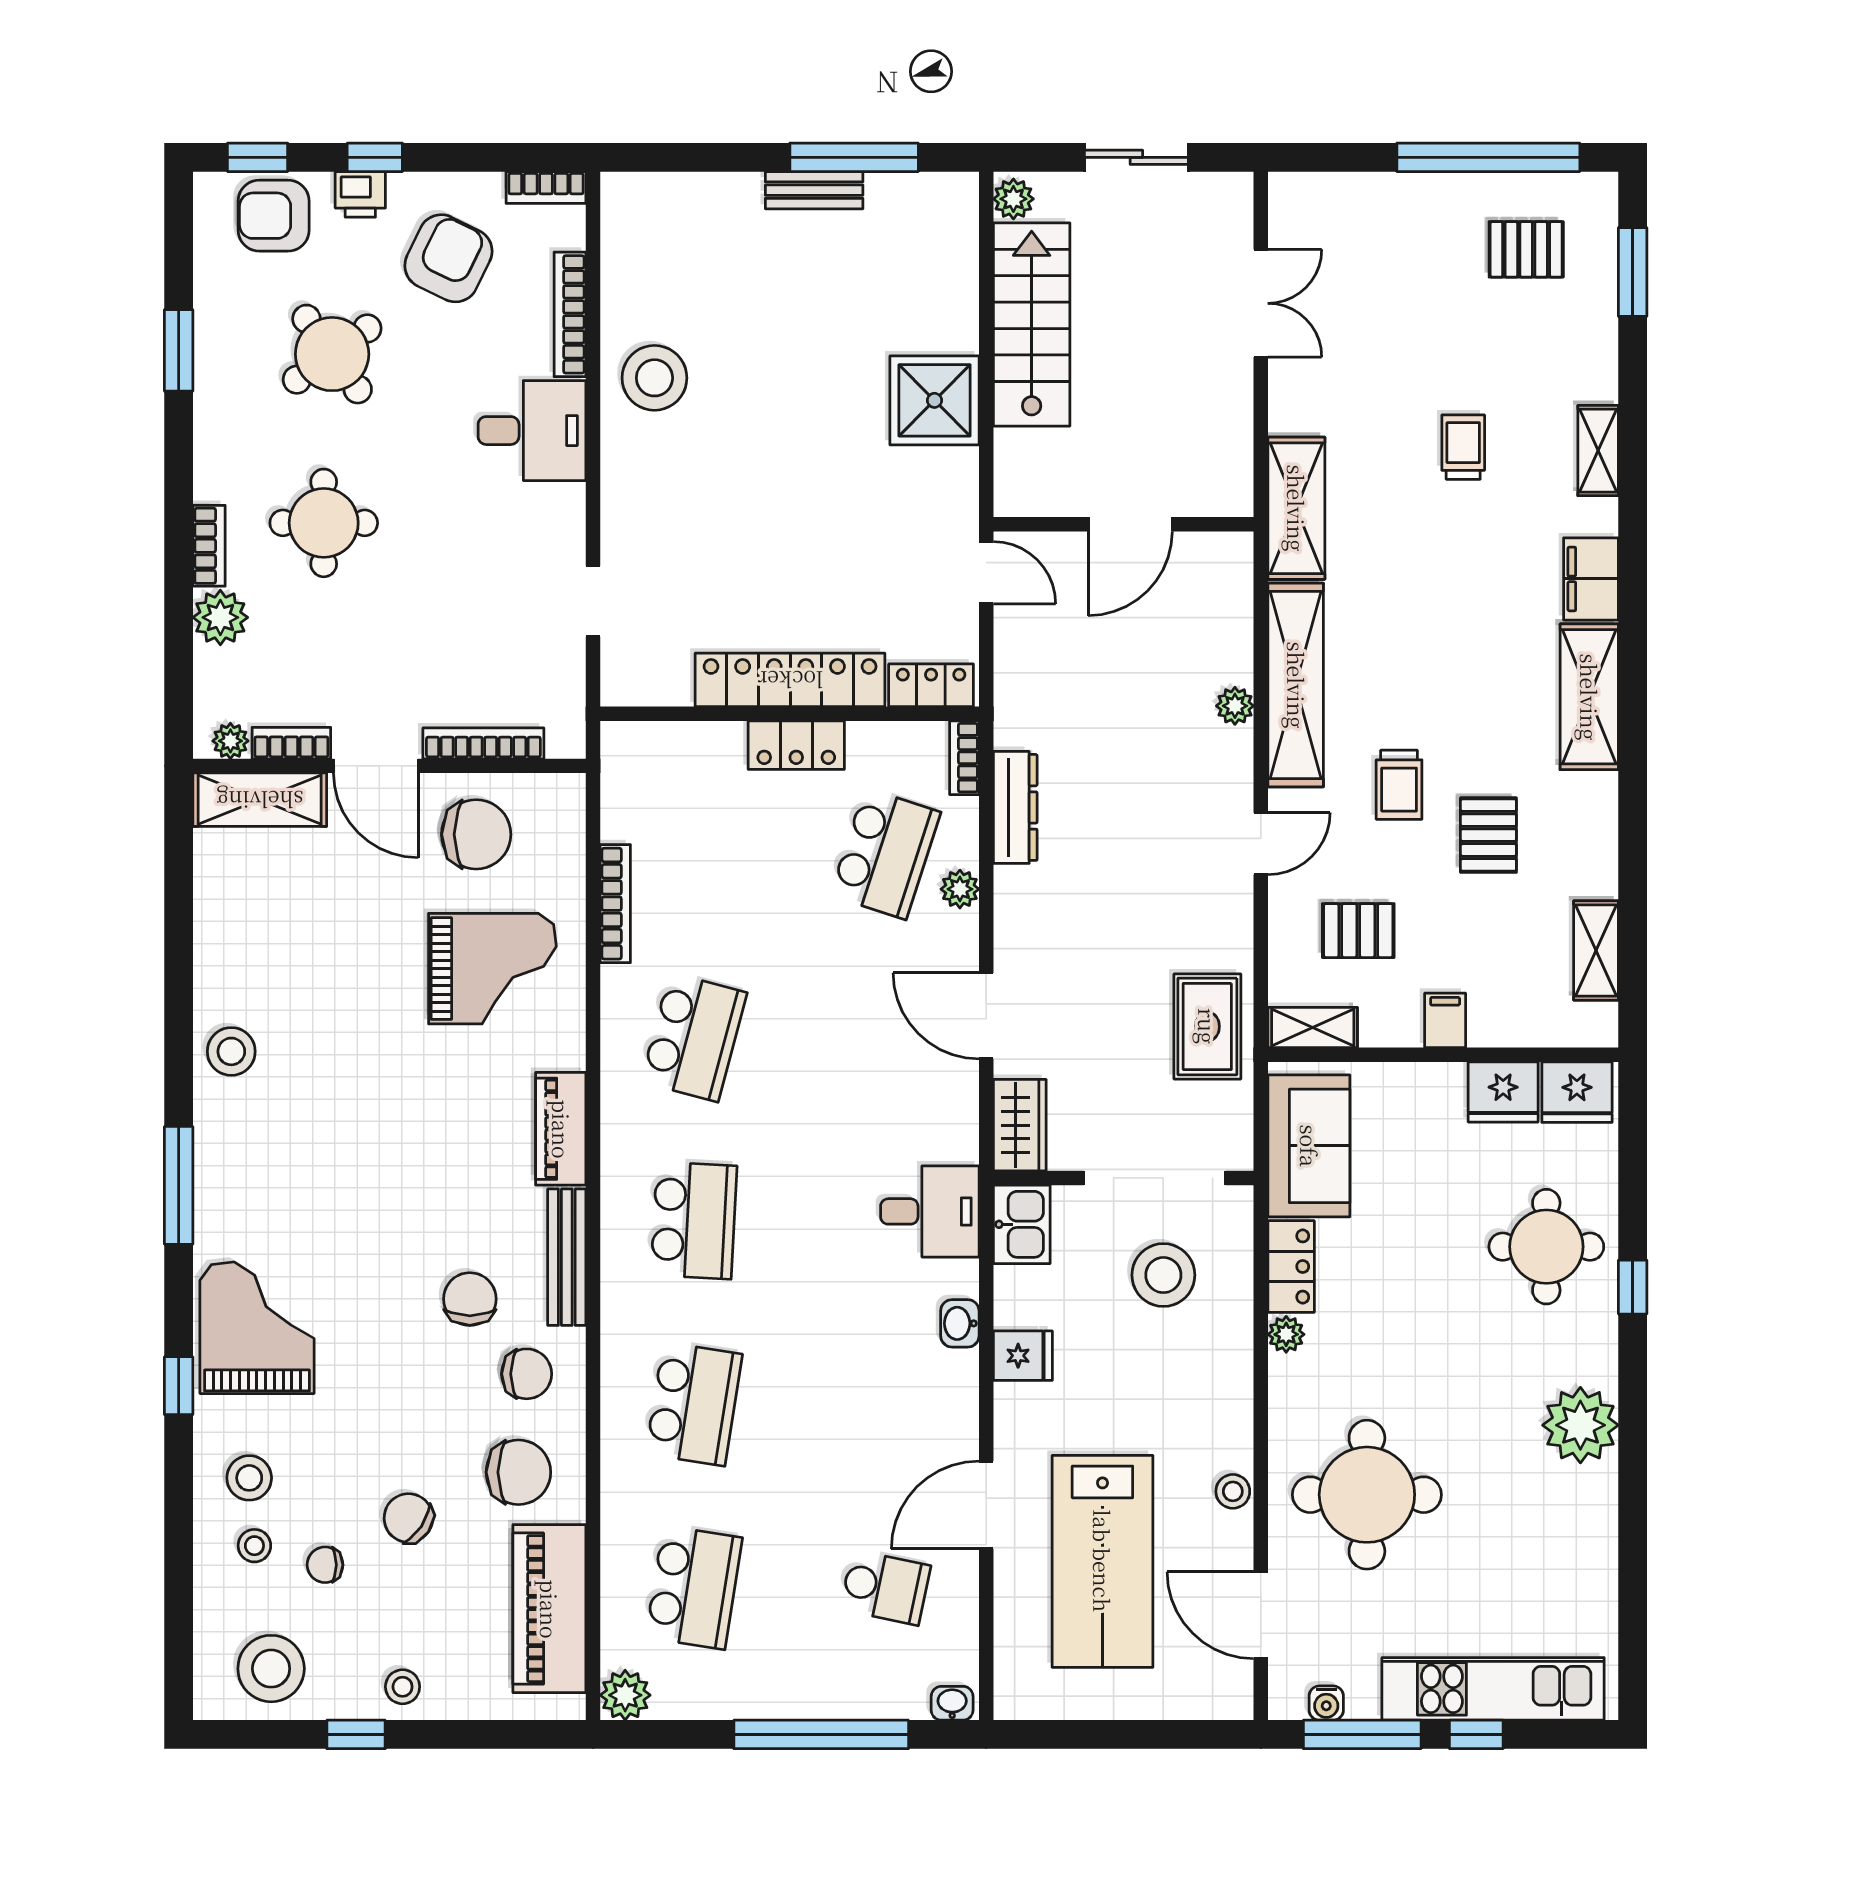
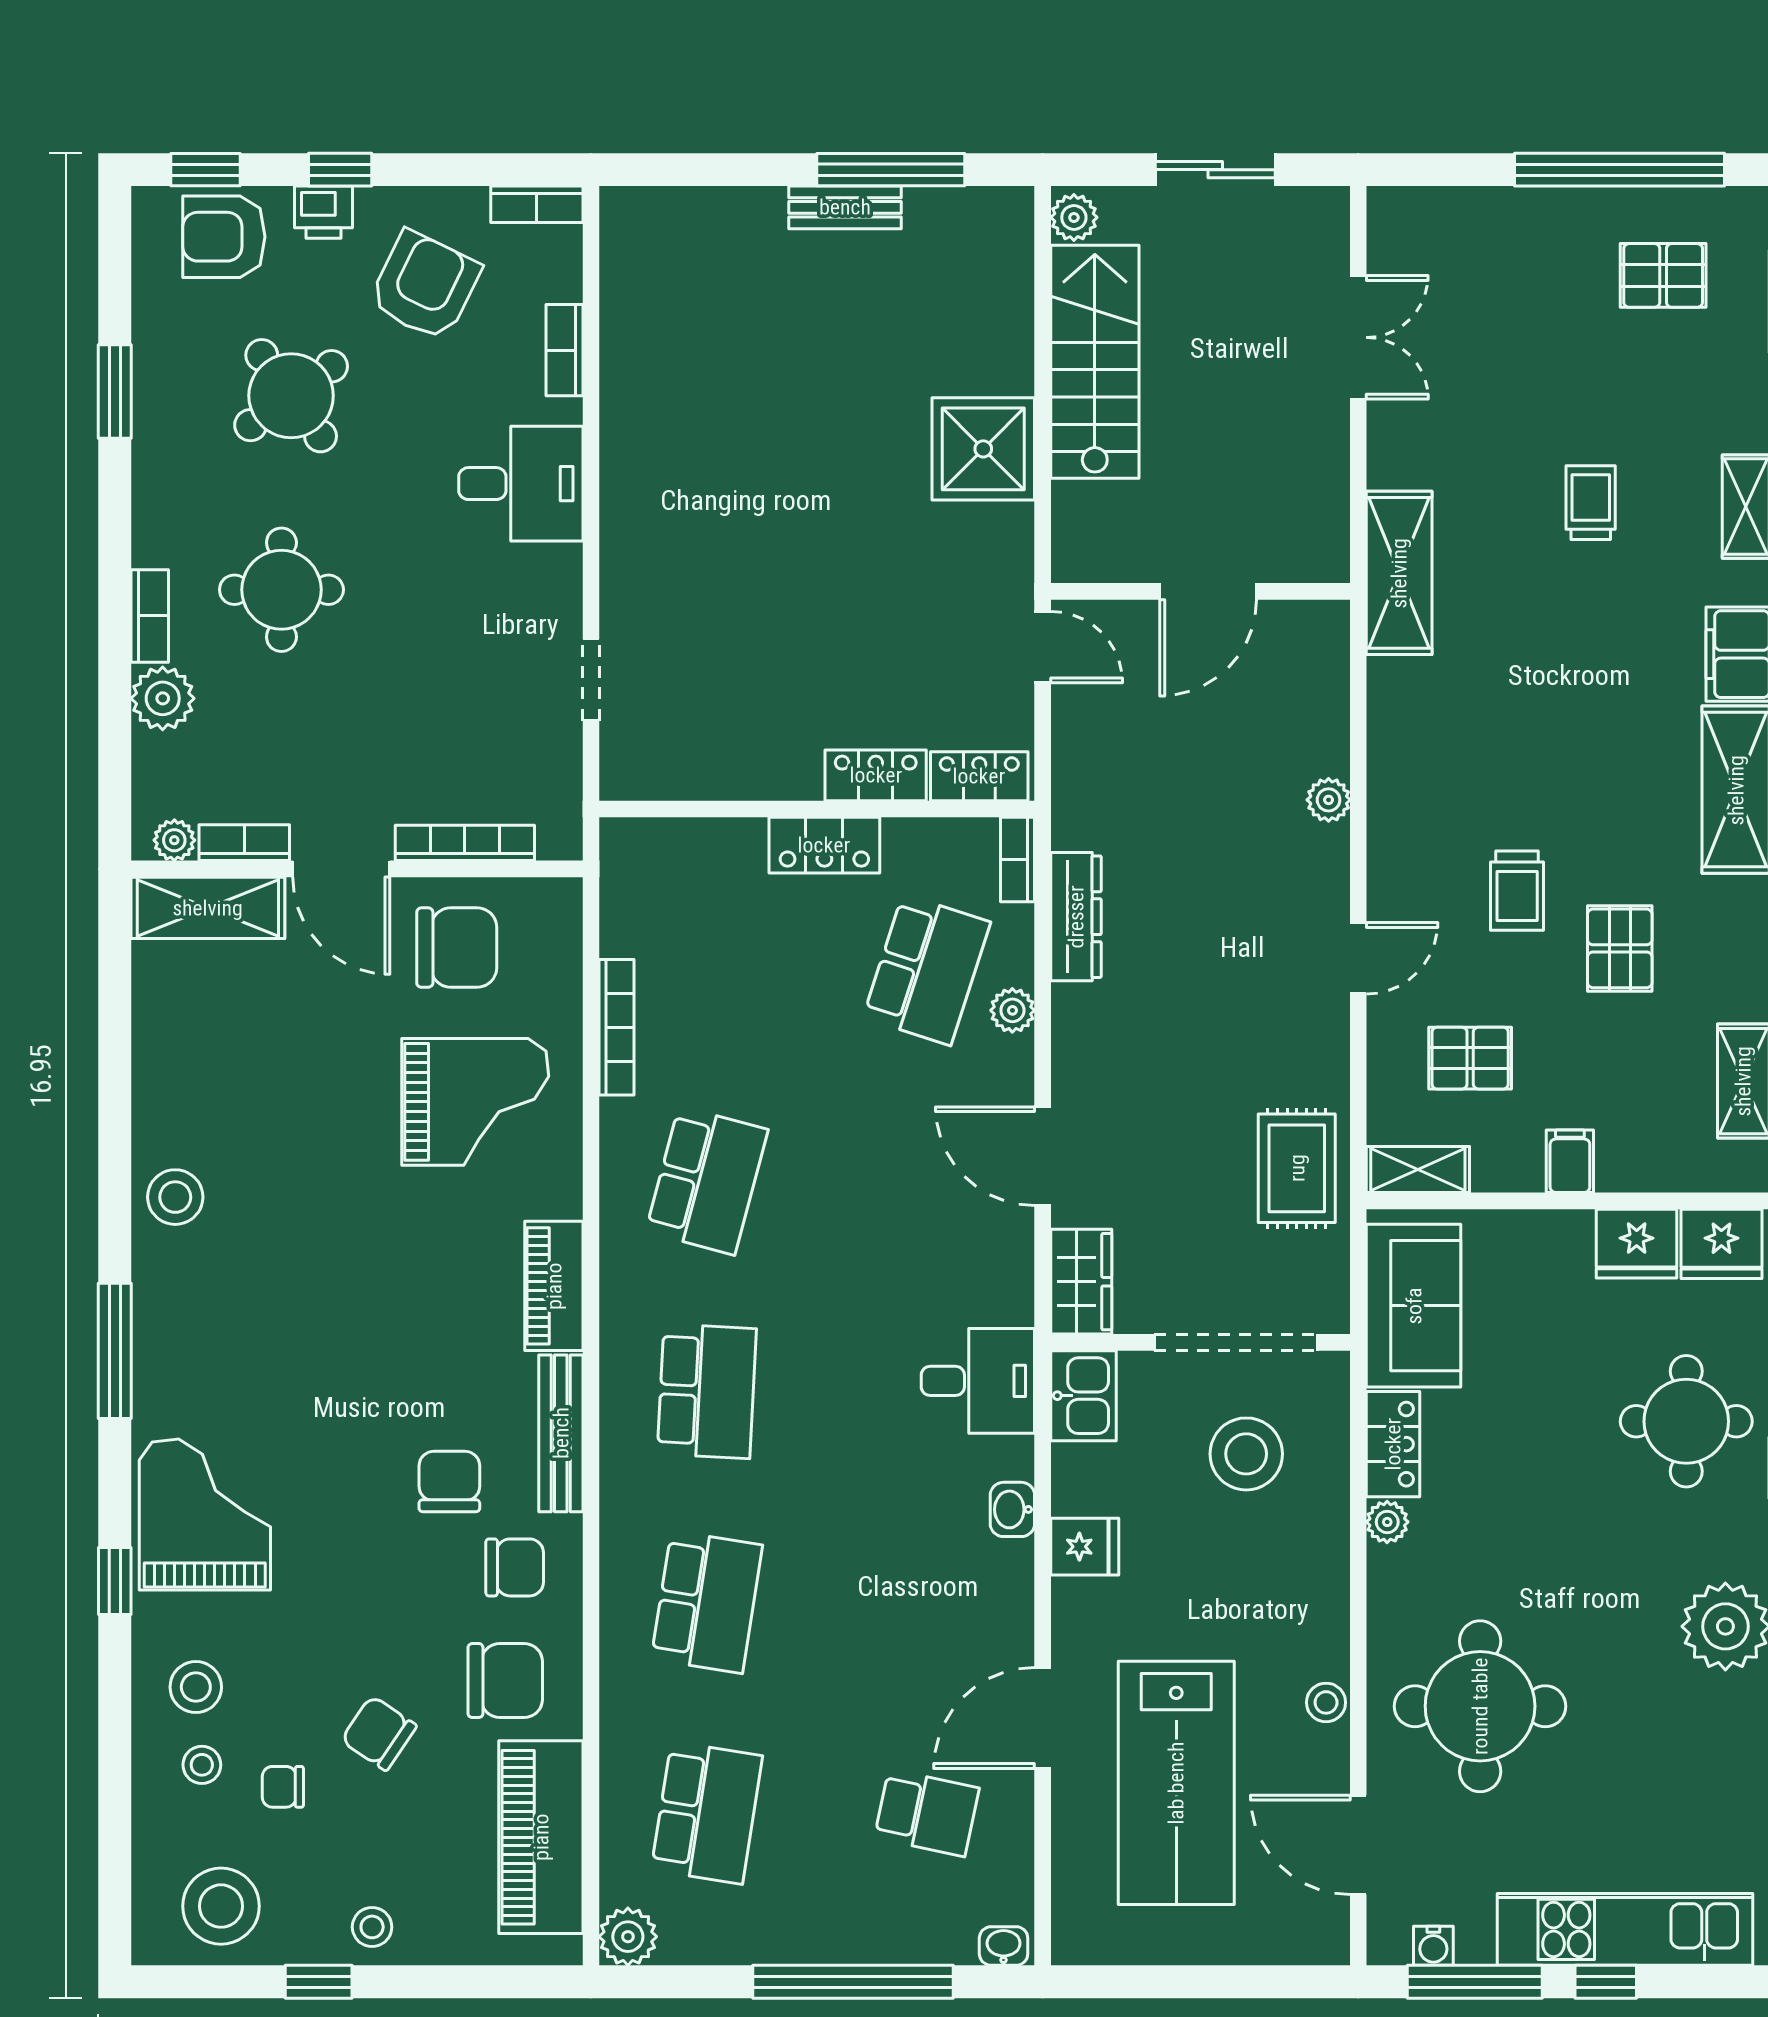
bookcase: (570, 314) -> (564, 350), width x0.64
stool: (654, 378) -> (661, 423), removed
locker: (790, 680) -> (876, 775), width x0.46, depth x0.83
shelving: (1296, 685) -> (1398, 776), removed

